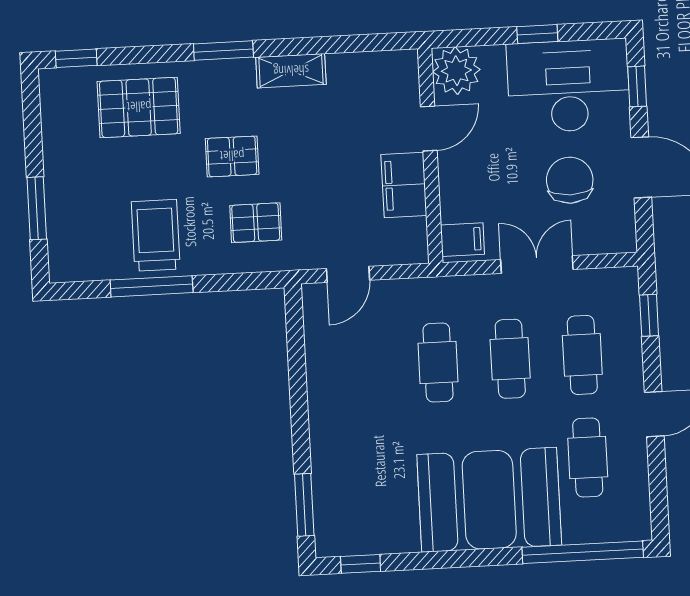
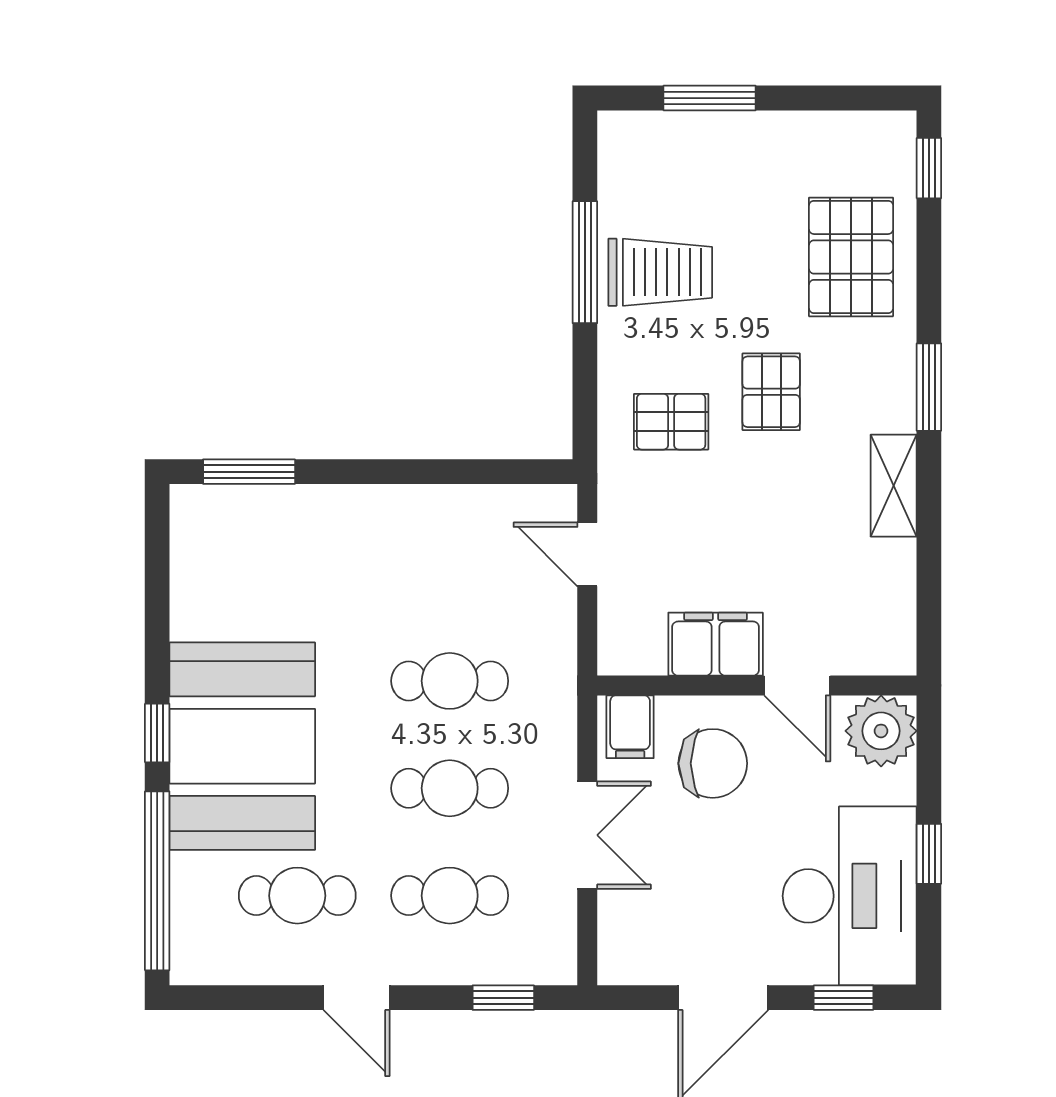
chair: (570, 180) -> (713, 763), moved
pallet: (256, 223) -> (671, 422), turned 90
window: (361, 564) -> (157, 733), moved

